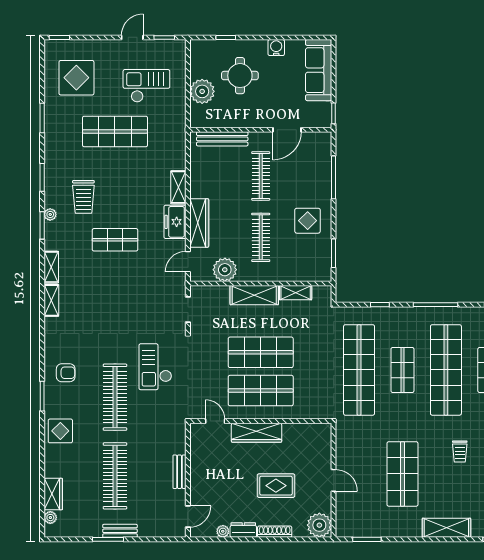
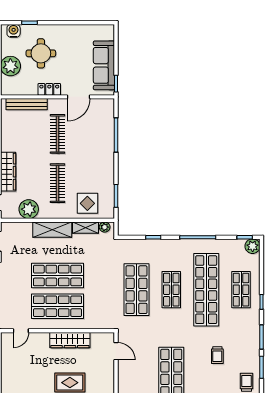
water cooler: (276, 48) -> (14, 31), moved
sofa: (319, 70) -> (104, 65), moved
locker: (250, 120) -> (49, 89), added
display table: (308, 221) -> (87, 203), moved
plant: (319, 292) -> (105, 227), added
shop shelf: (359, 370) -> (136, 290), width x0.71
door: (215, 421) -> (21, 331), swing flipped
wardrobe: (257, 433) -> (70, 340), moved
door: (334, 480) -> (116, 351), moved

